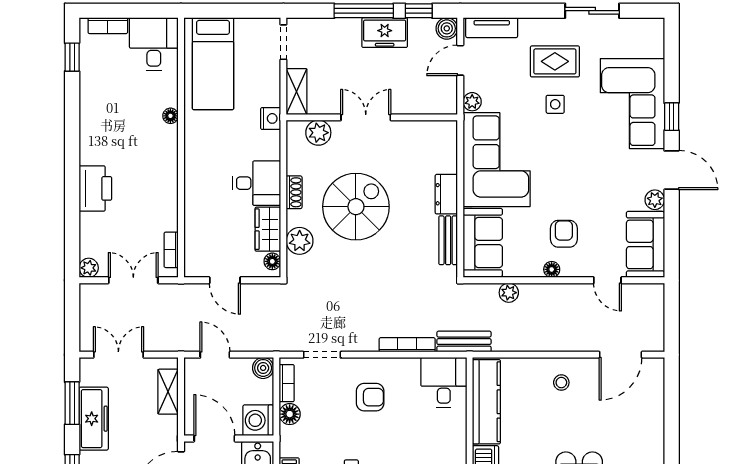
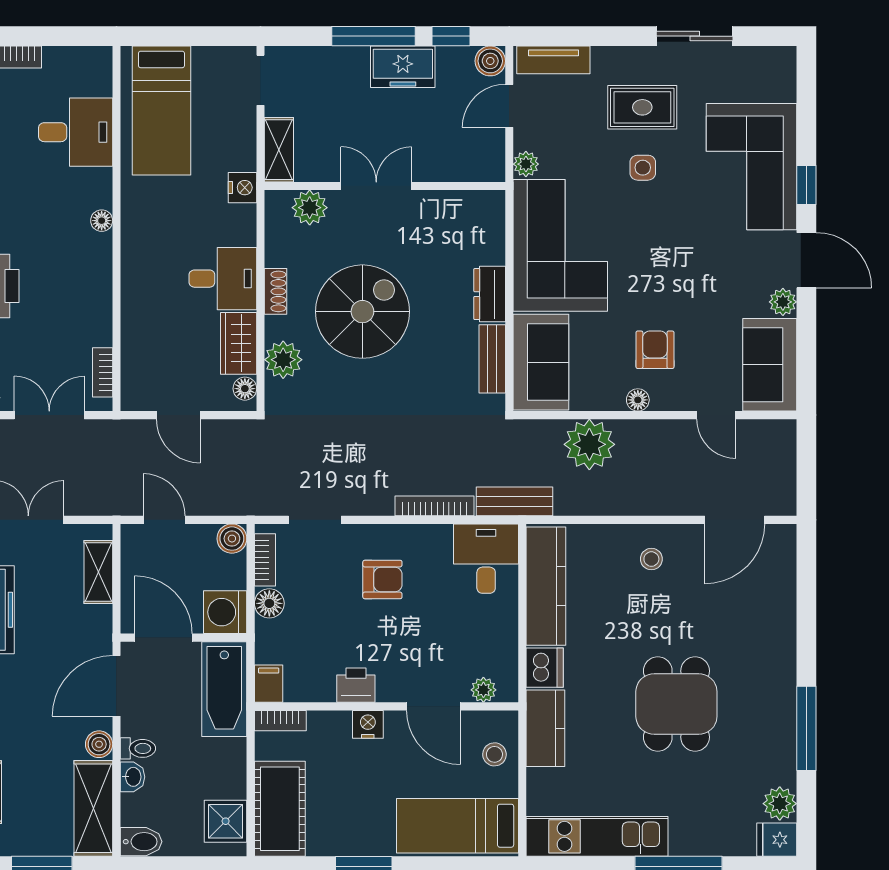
desk: (154, 44) -> (76, 132), moved, turned 90
floor lamp: (170, 116) -> (102, 221), moved
plant: (509, 293) -> (589, 444), width x1.87, depth x1.87

